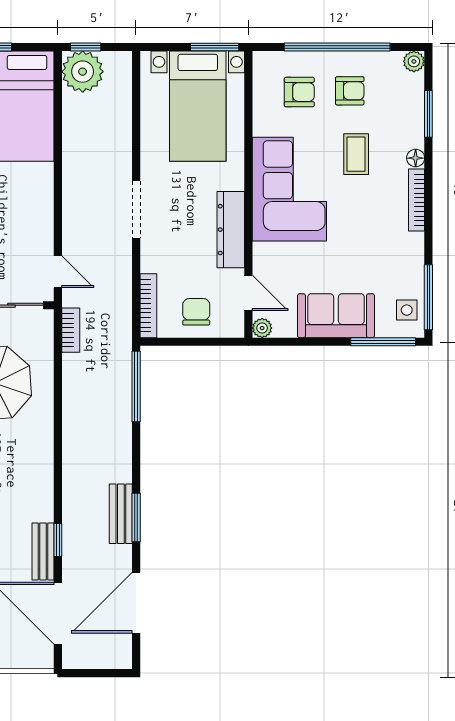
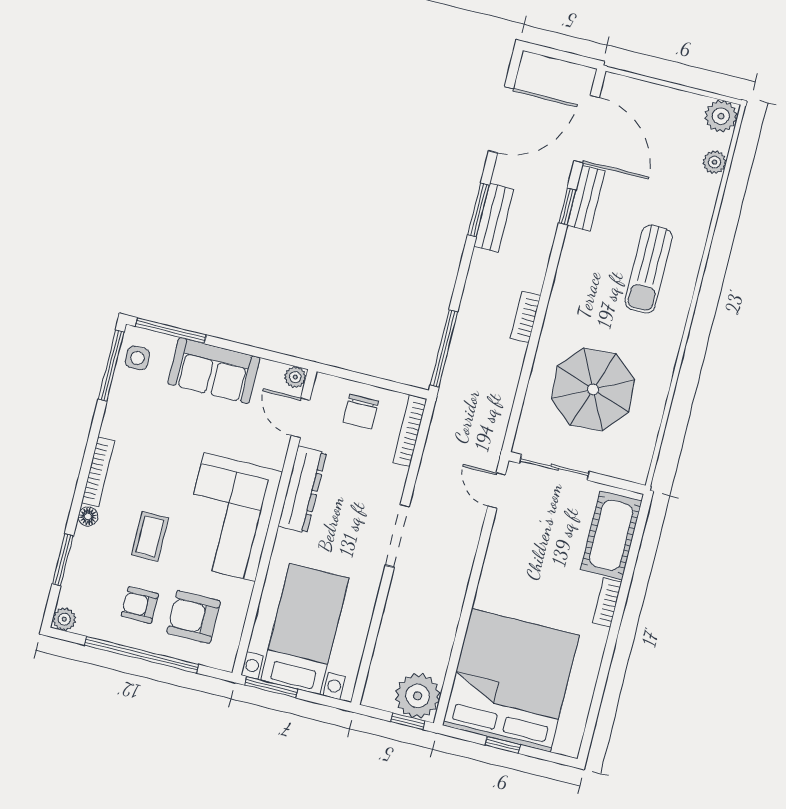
armchair: (299, 92) -> (194, 617), width x1.38, depth x1.38
bookcase: (71, 330) -> (525, 317), moved

